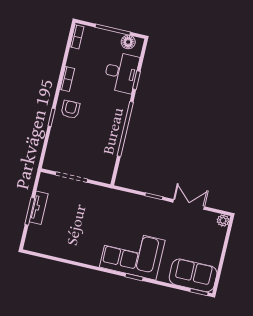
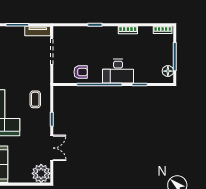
desk: (121, 72) -> (118, 71), moved
armchair: (70, 109) -> (81, 72), moved
tv unit: (39, 208) -> (38, 31), moved
coffee table: (125, 211) -> (35, 99), added
plant: (223, 221) -> (41, 173), width x1.88, depth x1.88

